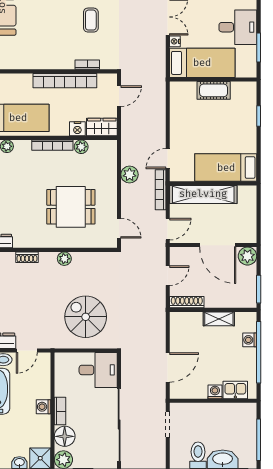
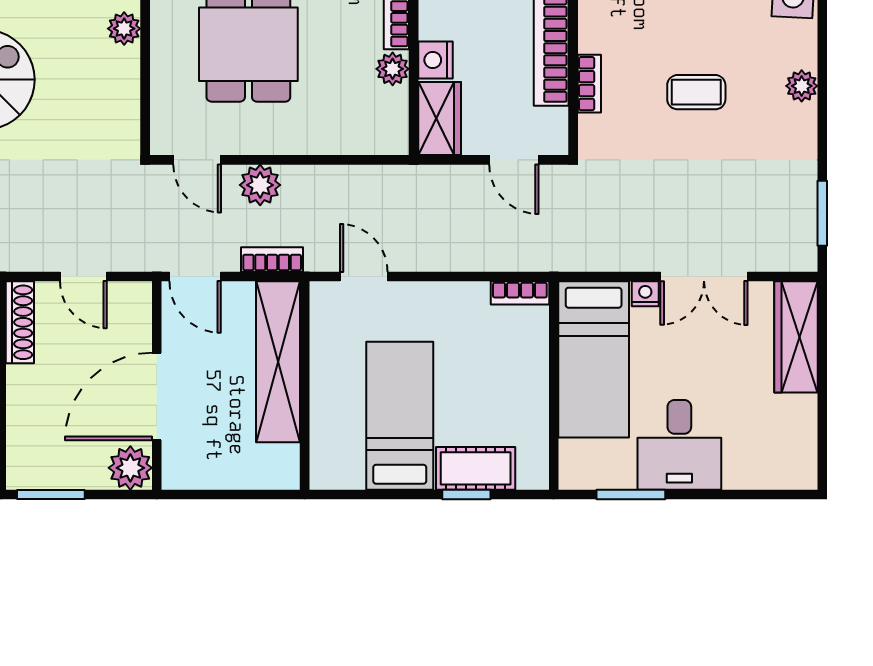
cot: (214, 90) -> (476, 468), moved, turned 90
bookcase: (175, 94) -> (520, 293), added
bed: (226, 168) -> (400, 416), moved
plant: (130, 175) -> (260, 185), moved
bookcase: (161, 190) -> (272, 260), width x0.64
door: (119, 228) -> (197, 160), hinge flipped

